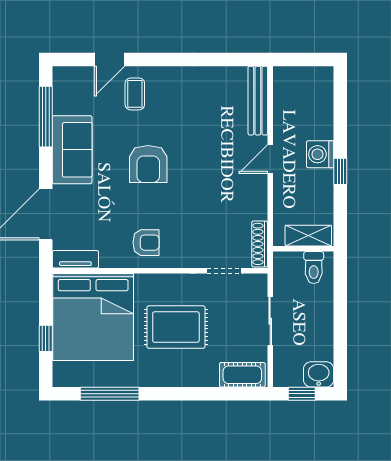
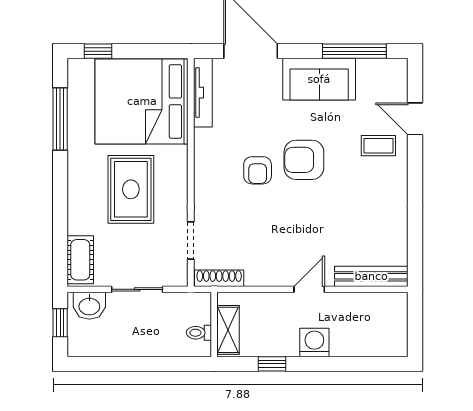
door: (270, 159) -> (309, 289), hinge flipped
window: (340, 171) -> (272, 364), moved
armchair: (146, 243) -> (258, 170), moved
tv unit: (75, 259) -> (203, 93), width x1.41
toilet: (314, 268) -> (199, 333), width x0.73, depth x0.72
window: (46, 338) -> (98, 51), moved
washbasin: (319, 374) -> (89, 306), moved, turned 90

